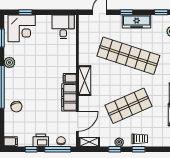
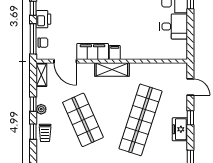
freezer: (137, 21) -> (180, 129), width x0.71
desk: (63, 27) -> (174, 26), moved

